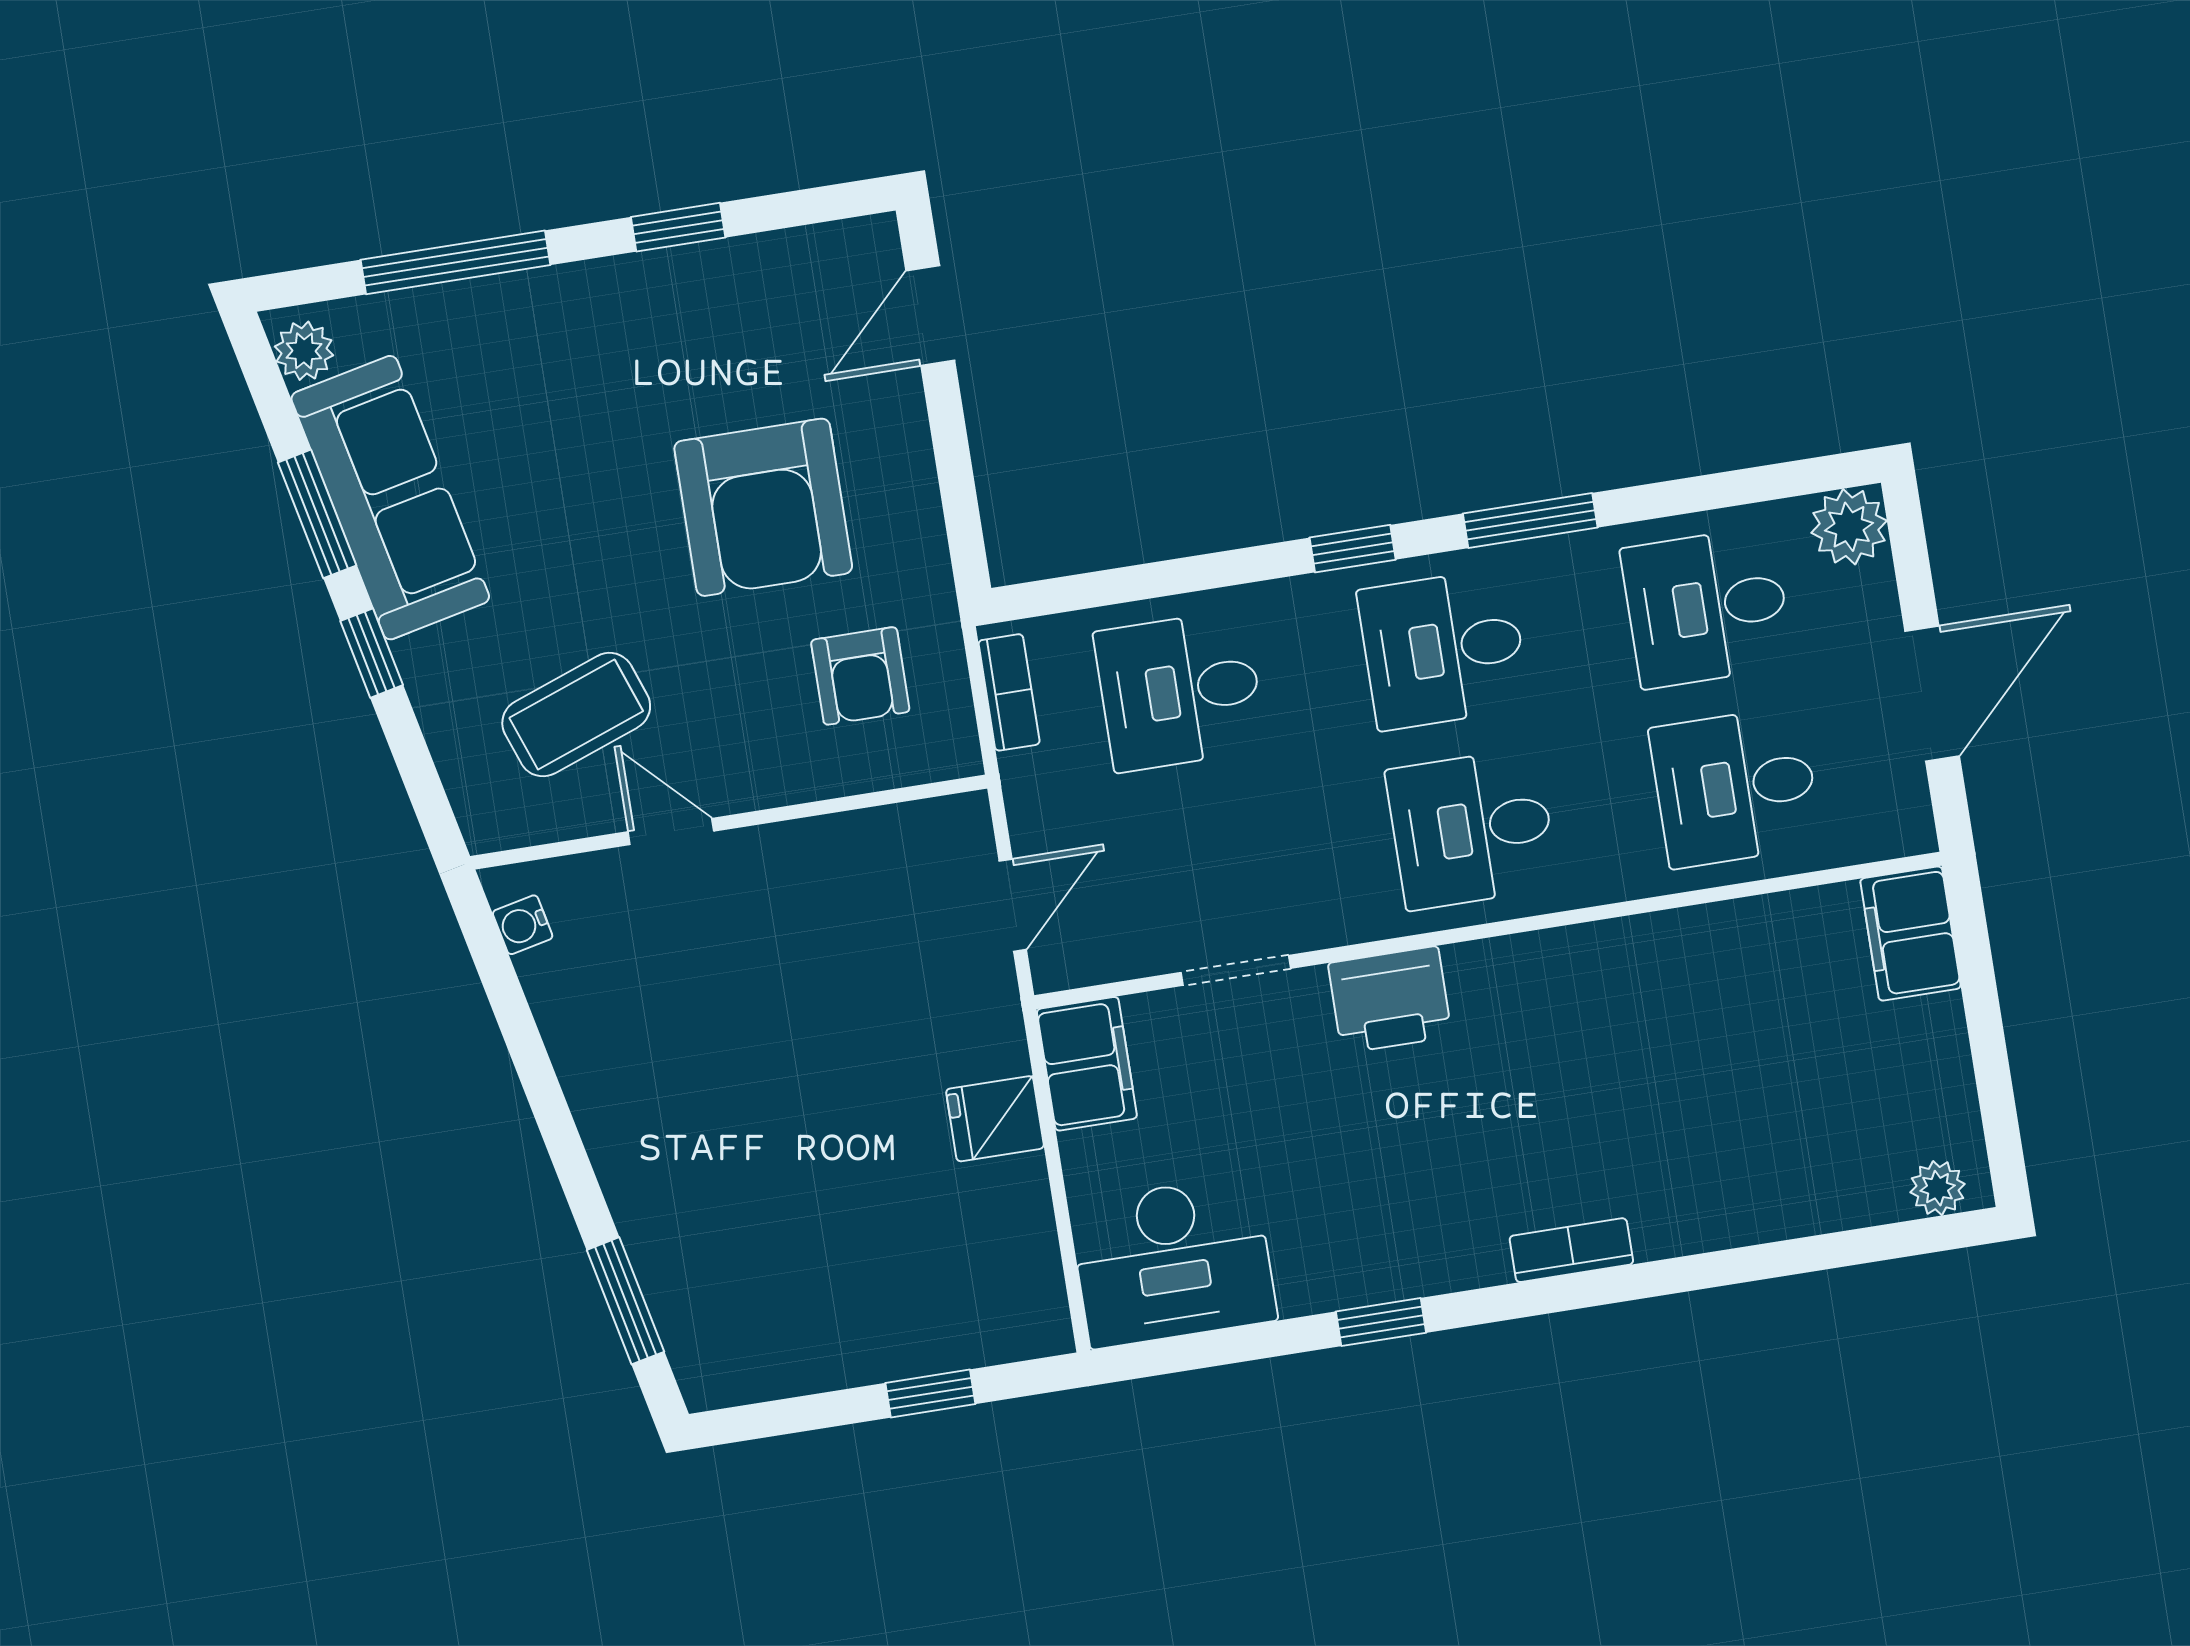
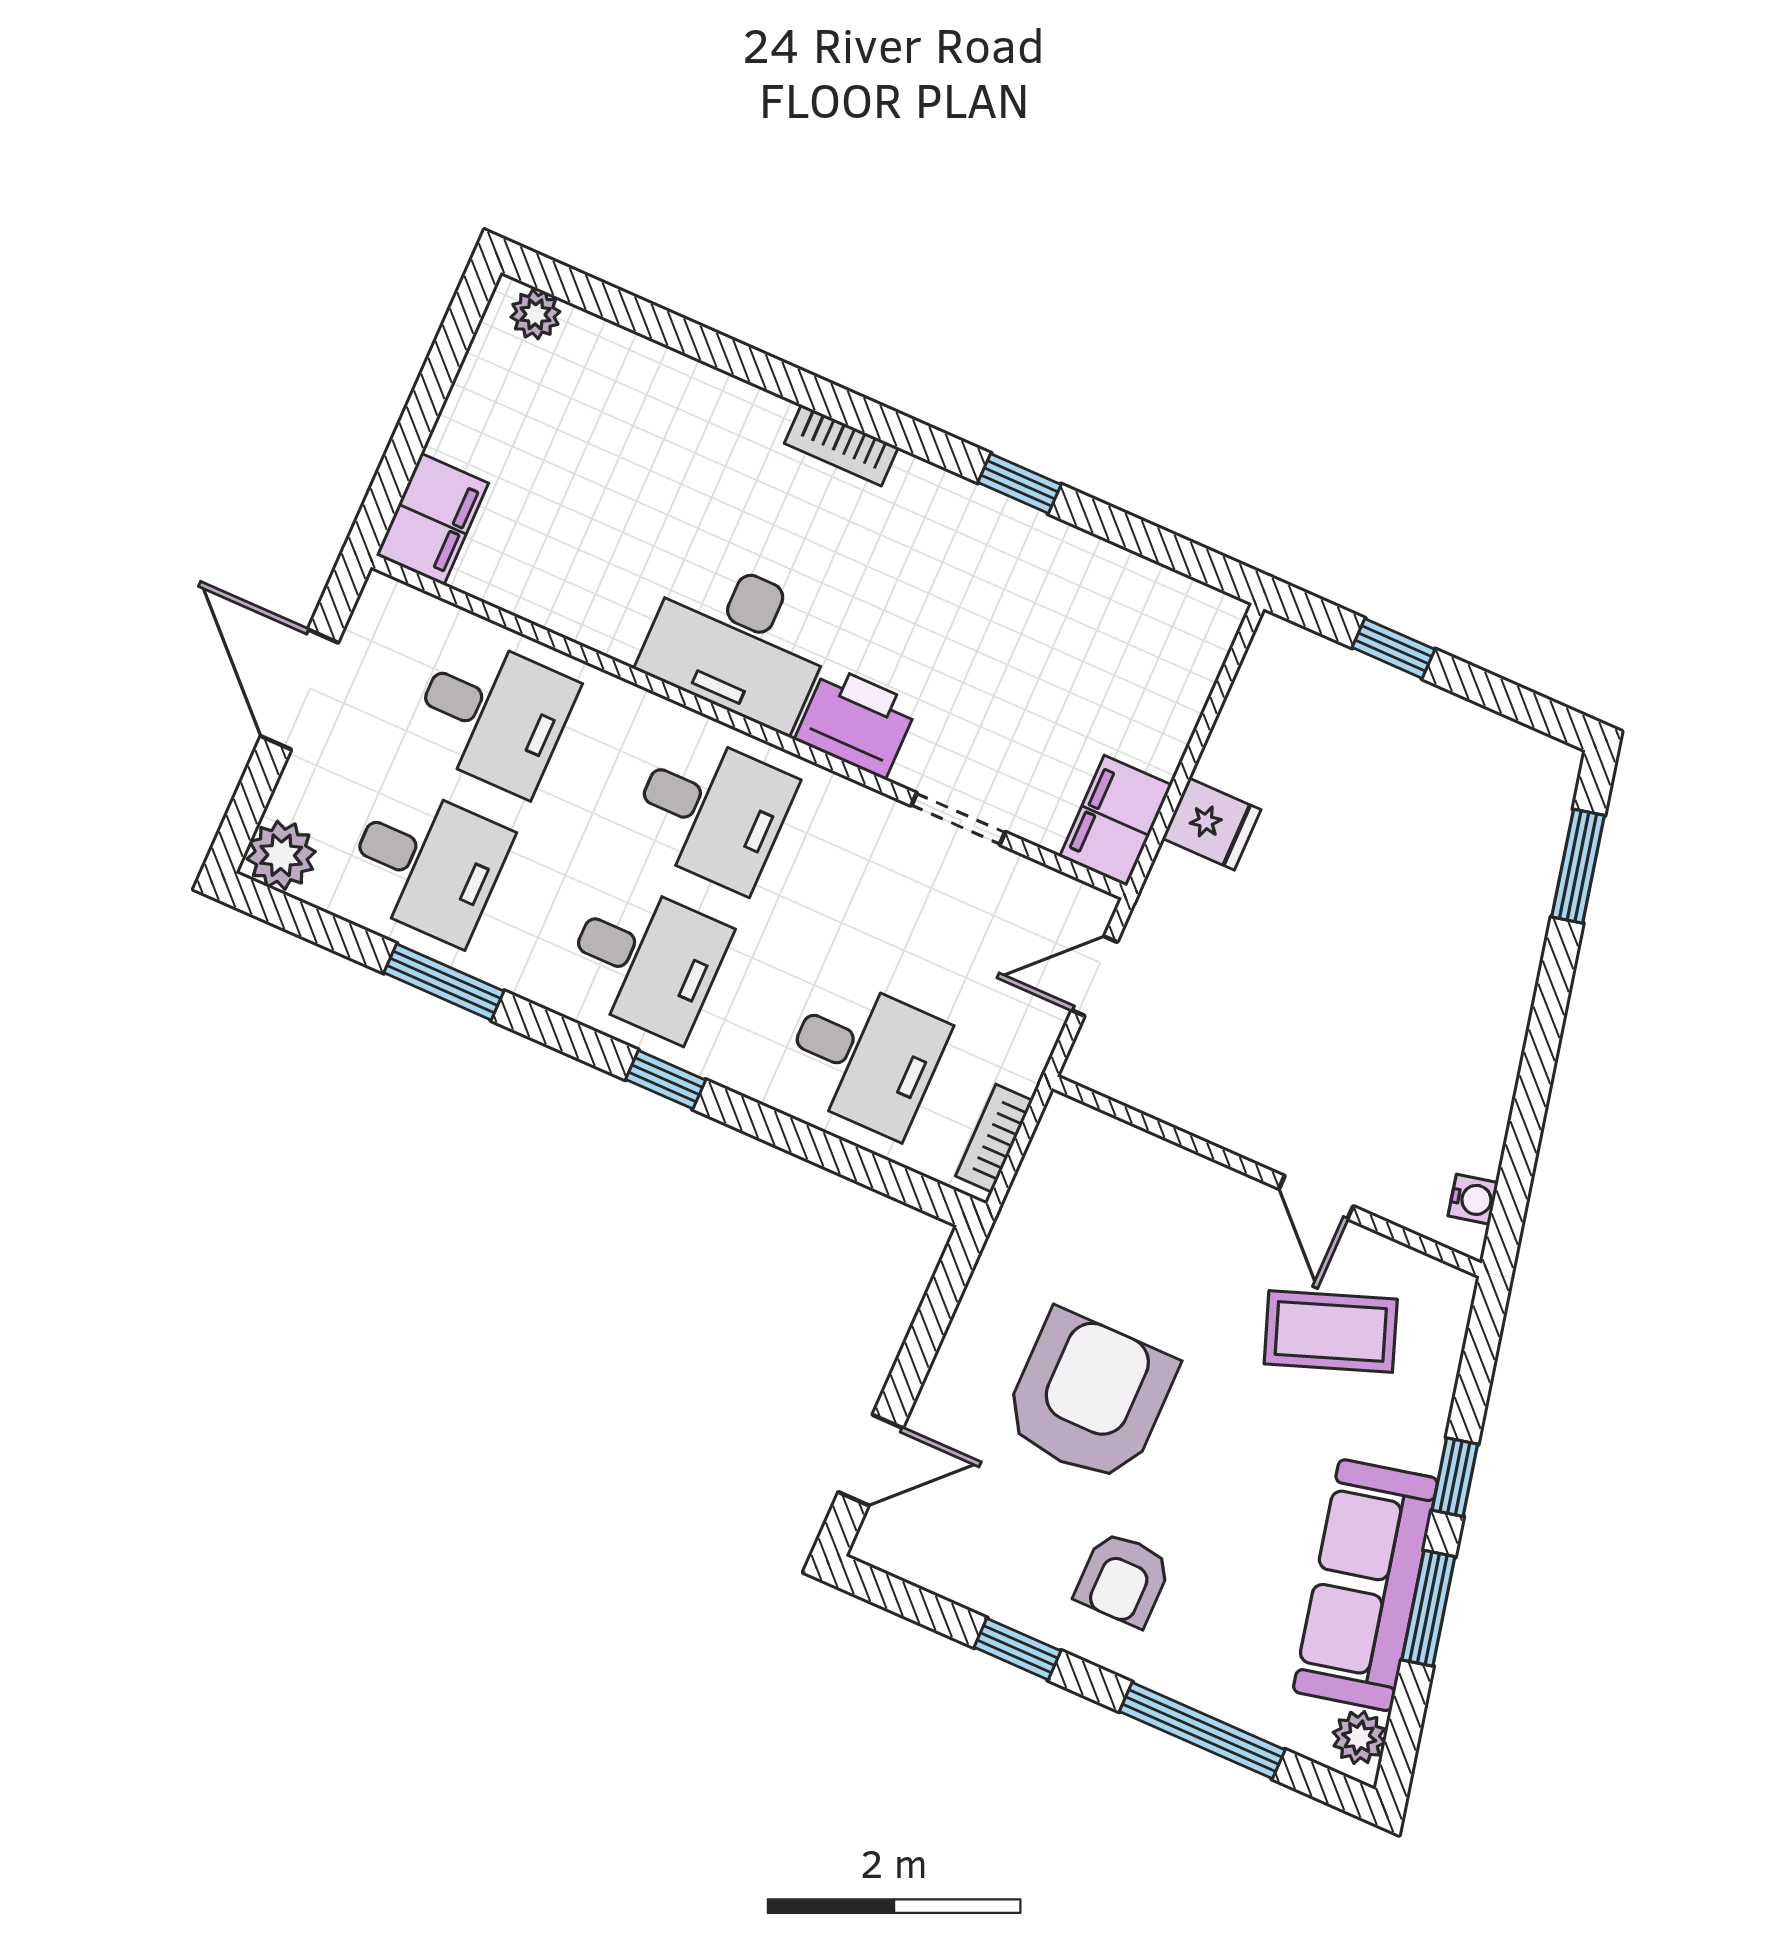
window: (1530, 520) -> (444, 982), moved
armchair: (860, 676) -> (1123, 1579), moved, turned 180
door: (1932, 693) -> (299, 689), hinge flipped
desk: (1173, 1262) -> (738, 642), moved, turned 180

